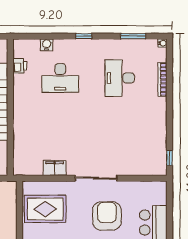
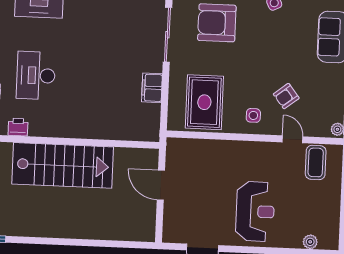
desk: (60, 78) -> (36, 75), turned 180

